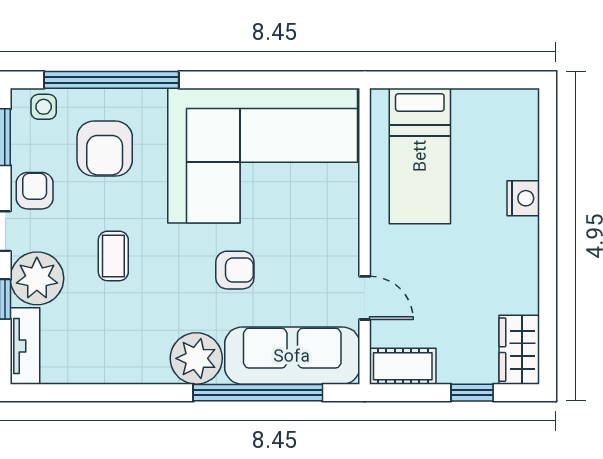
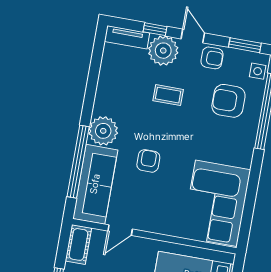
corner sofa: (263, 156) -> (216, 203), width x0.73, depth x0.74
armchair: (235, 270) -> (148, 161), turned 180

